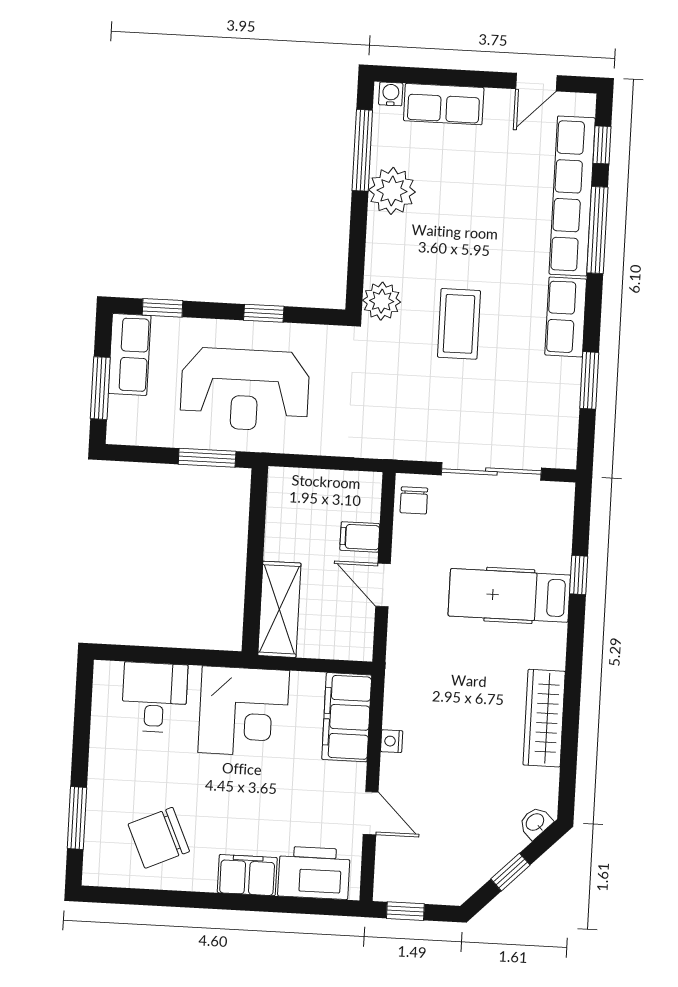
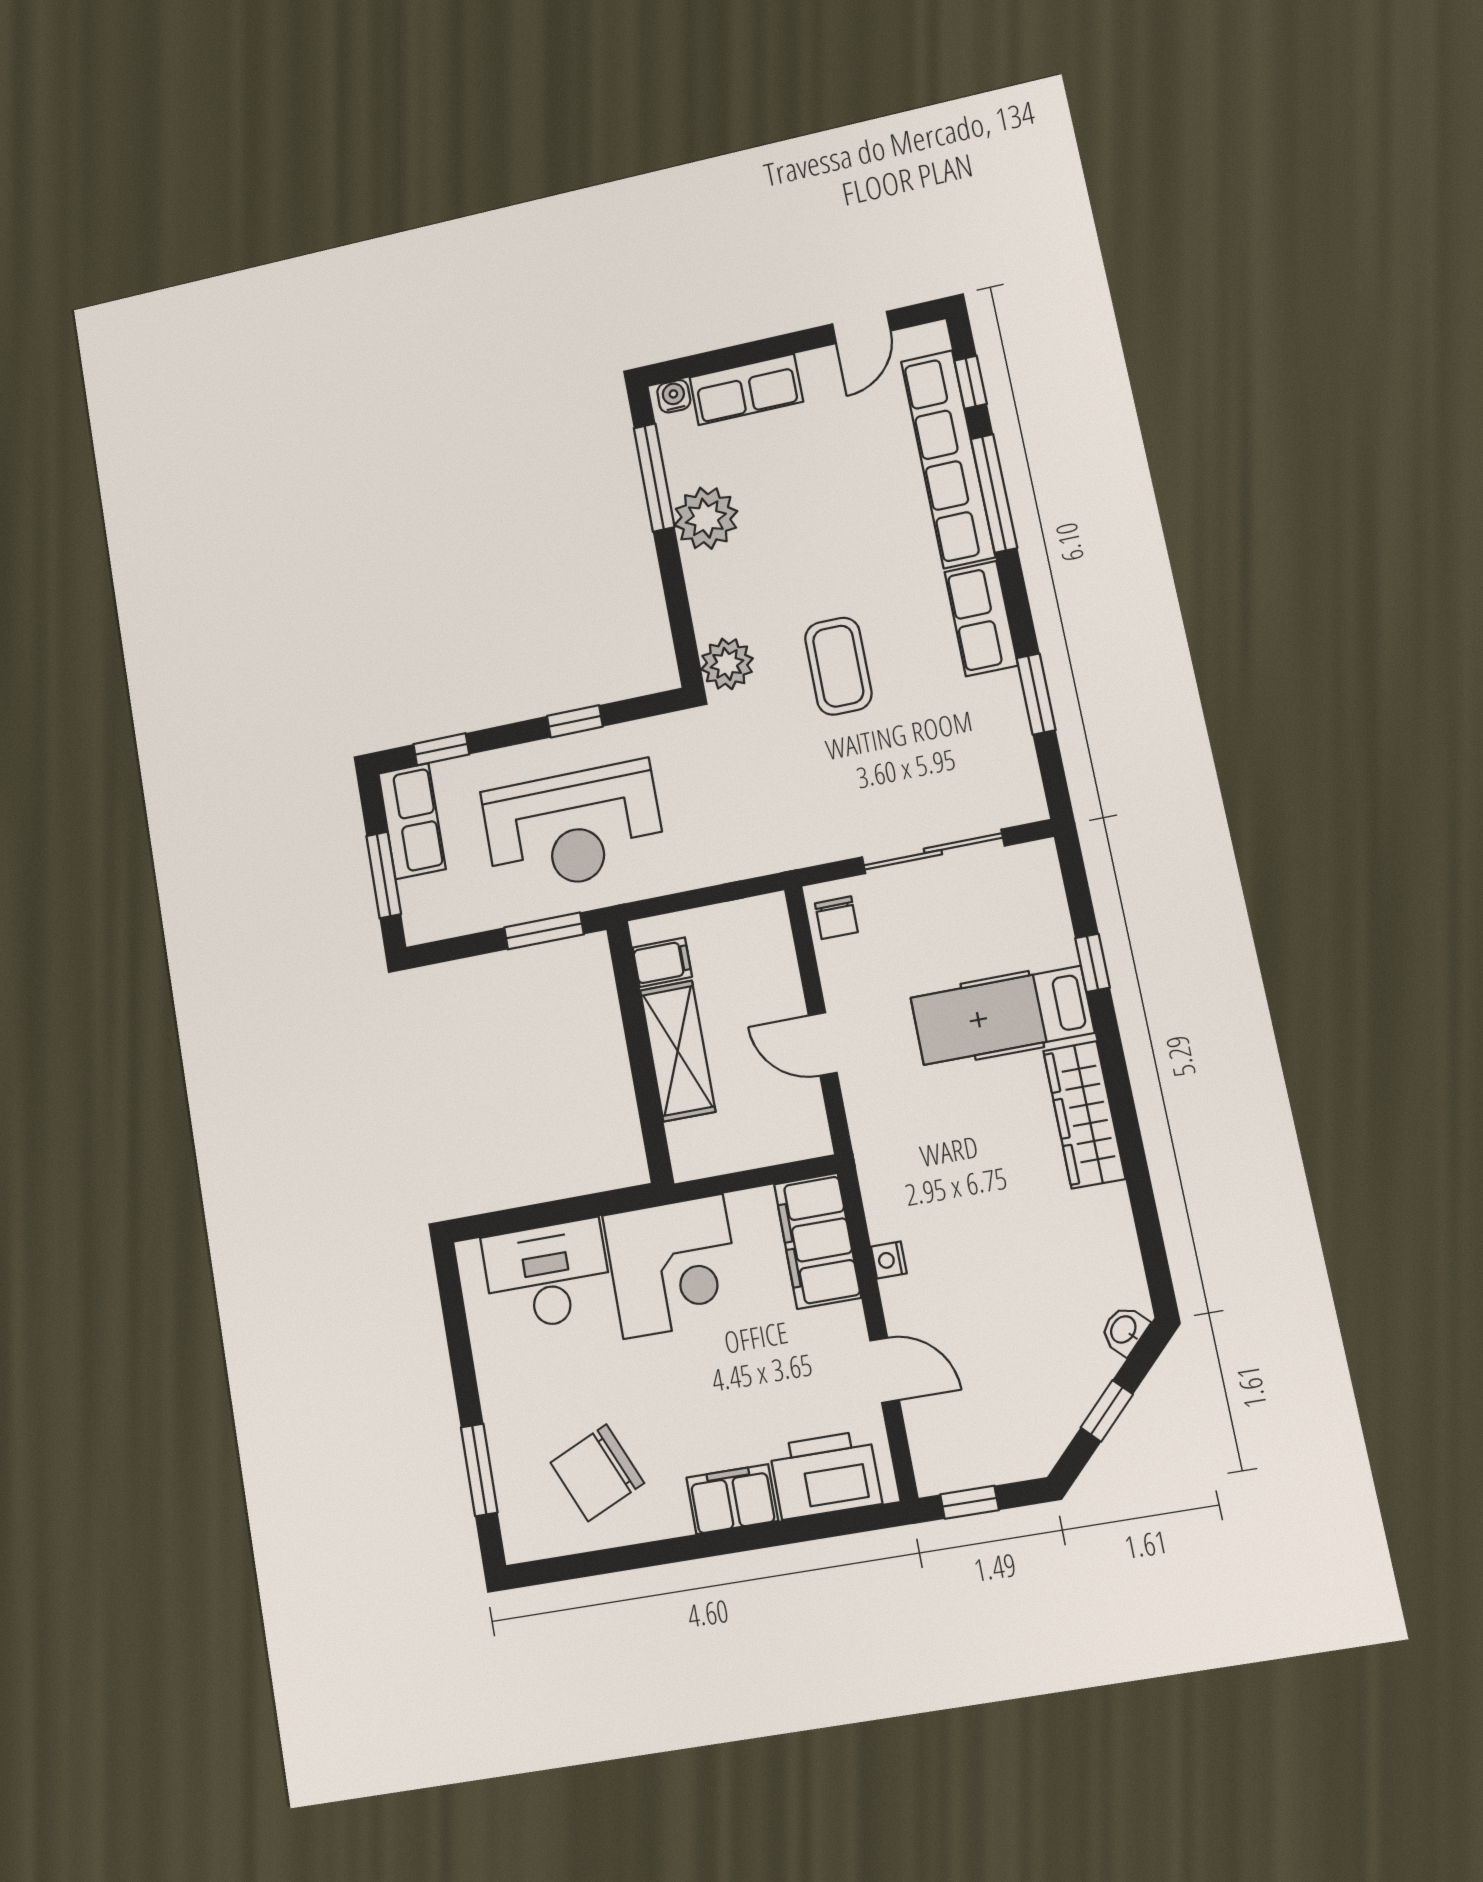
filing cabinet: (360, 537) -> (662, 962), moved, turned 180
shelving: (279, 609) -> (678, 1051), moved
desk: (155, 697) -> (547, 1275), width x1.37
wardrobe: (544, 718) -> (1084, 1115), moved

